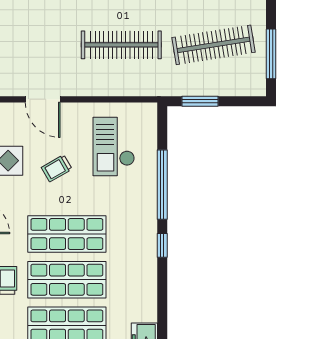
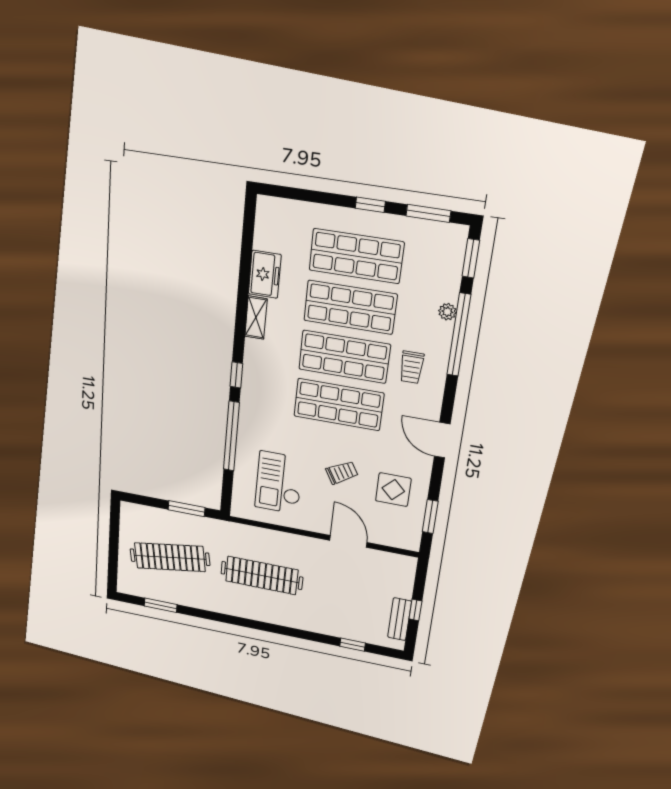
window: (271, 54) -> (114, 538), removed
checkout: (114, 146) -> (279, 483), turned 180
shelving: (149, 302) -> (256, 318), added

